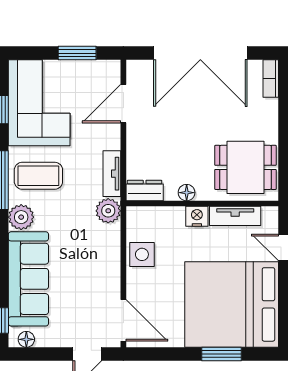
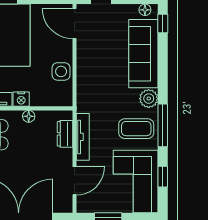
tv unit: (112, 174) -> (83, 137), width x1.41
dresser: (145, 190) -> (65, 134), moved, turned 90
plant: (108, 211) -> (86, 103), removed

